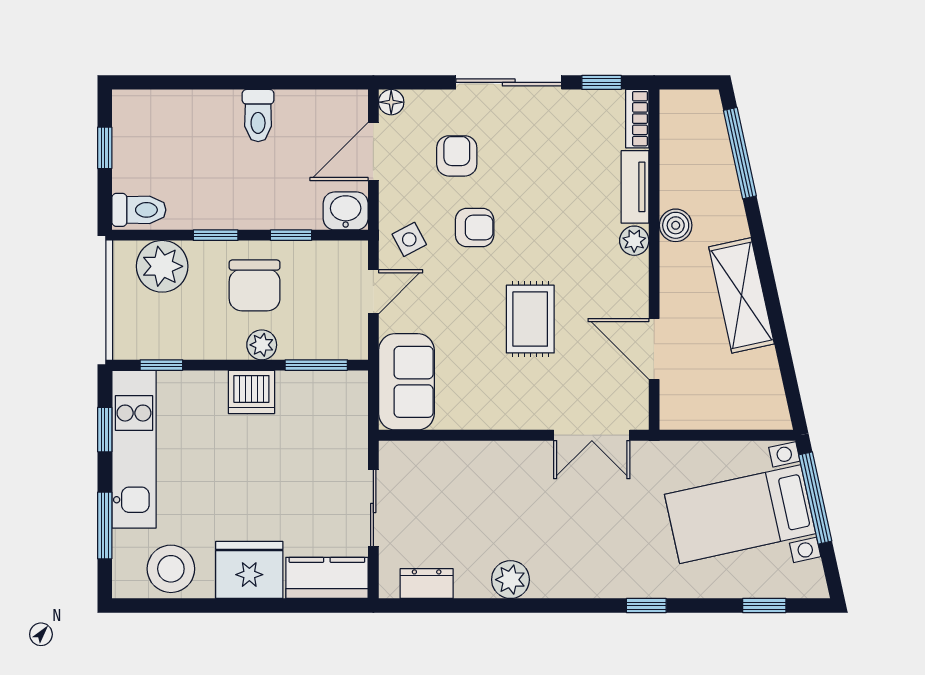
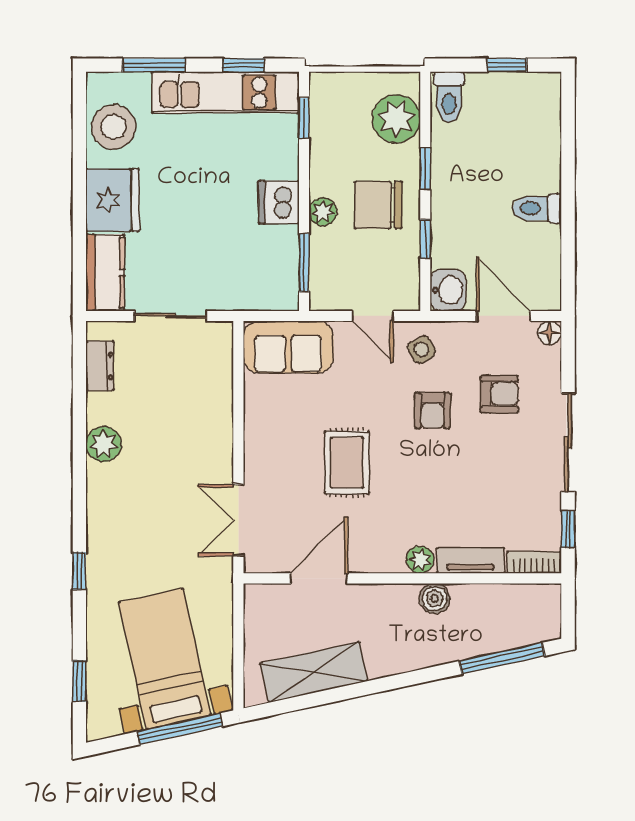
shelving: (742, 295) -> (314, 672), moved
rug: (530, 319) -> (347, 463), turned 90

